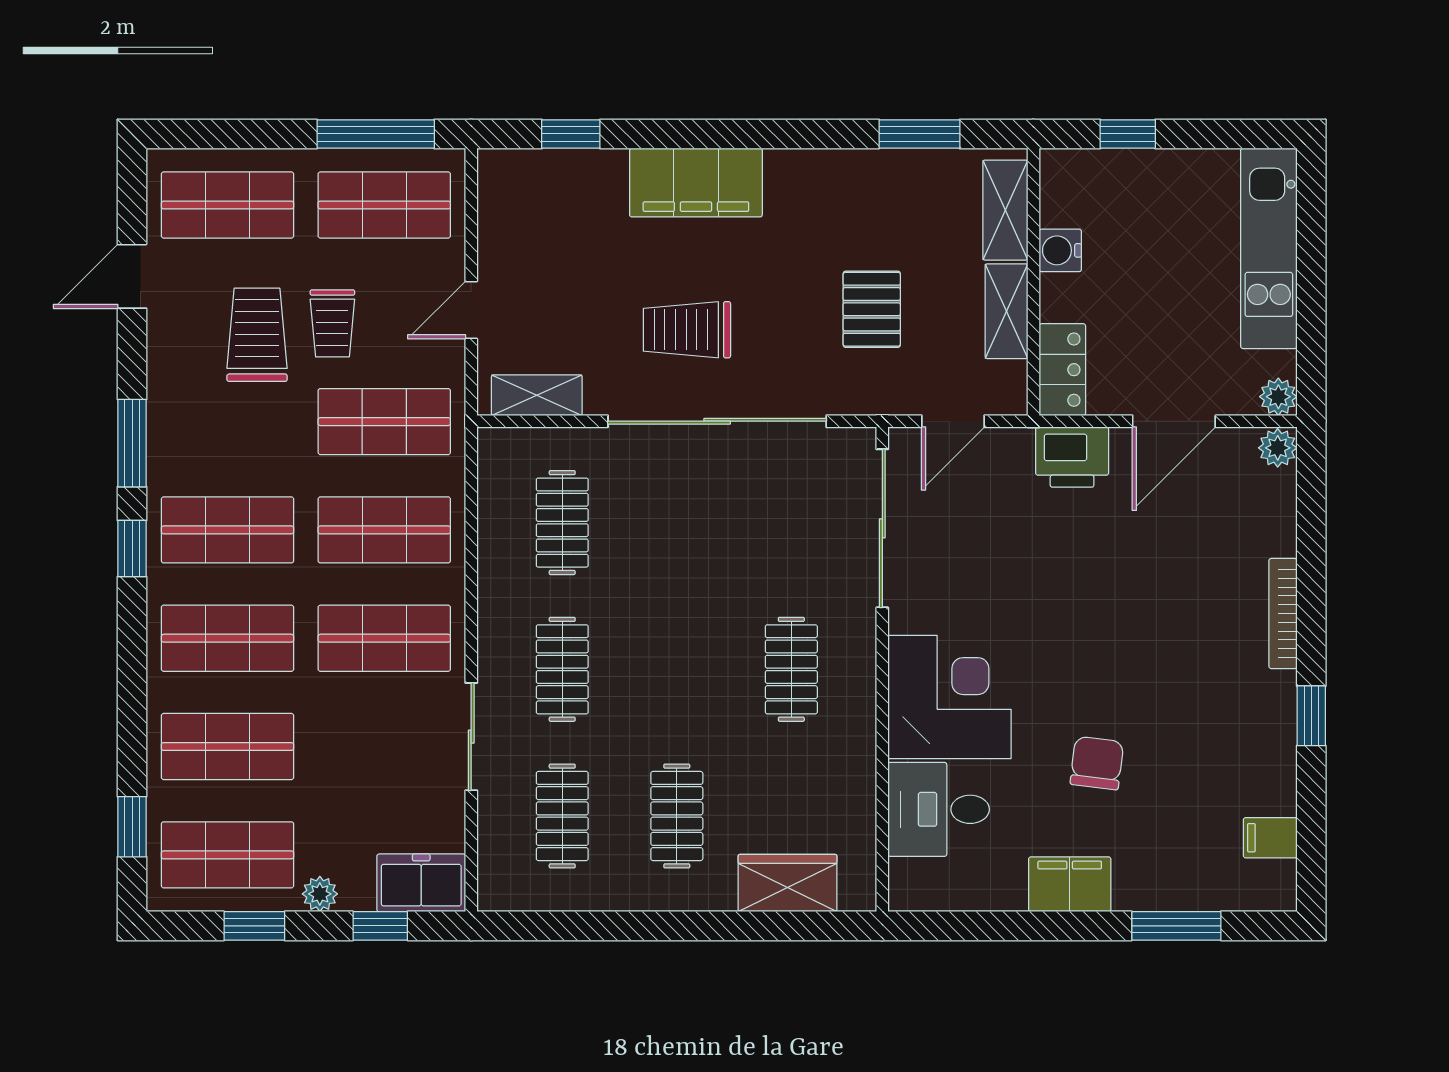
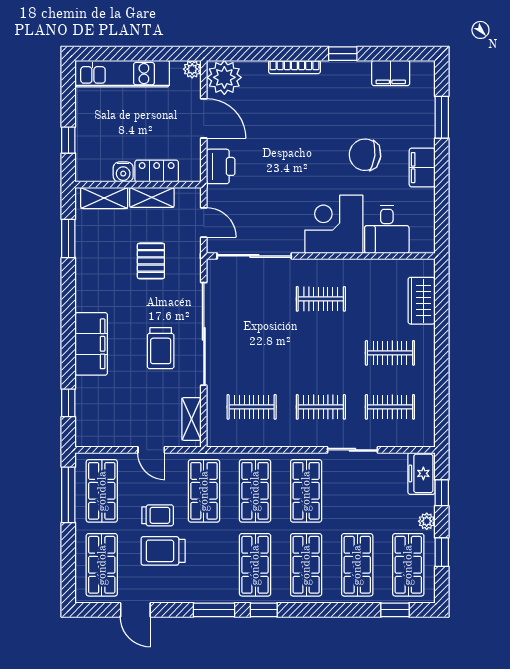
pallet: (872, 309) -> (151, 261), turned 90
locker: (1062, 370) -> (157, 171), moved
plant: (1278, 448) -> (224, 77), width x1.88, depth x1.88
chair: (1097, 763) -> (365, 155), width x1.37, depth x1.37
filing cabinet: (1270, 838) -> (391, 73), width x2.00

